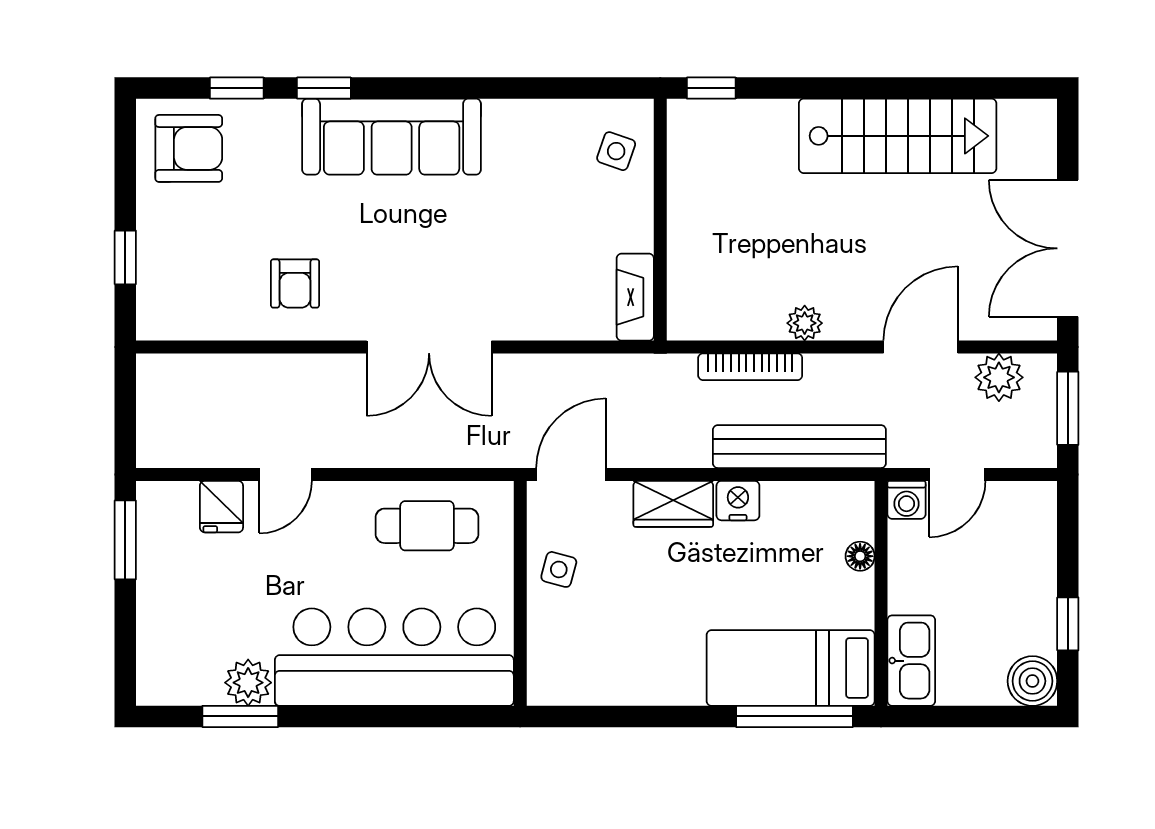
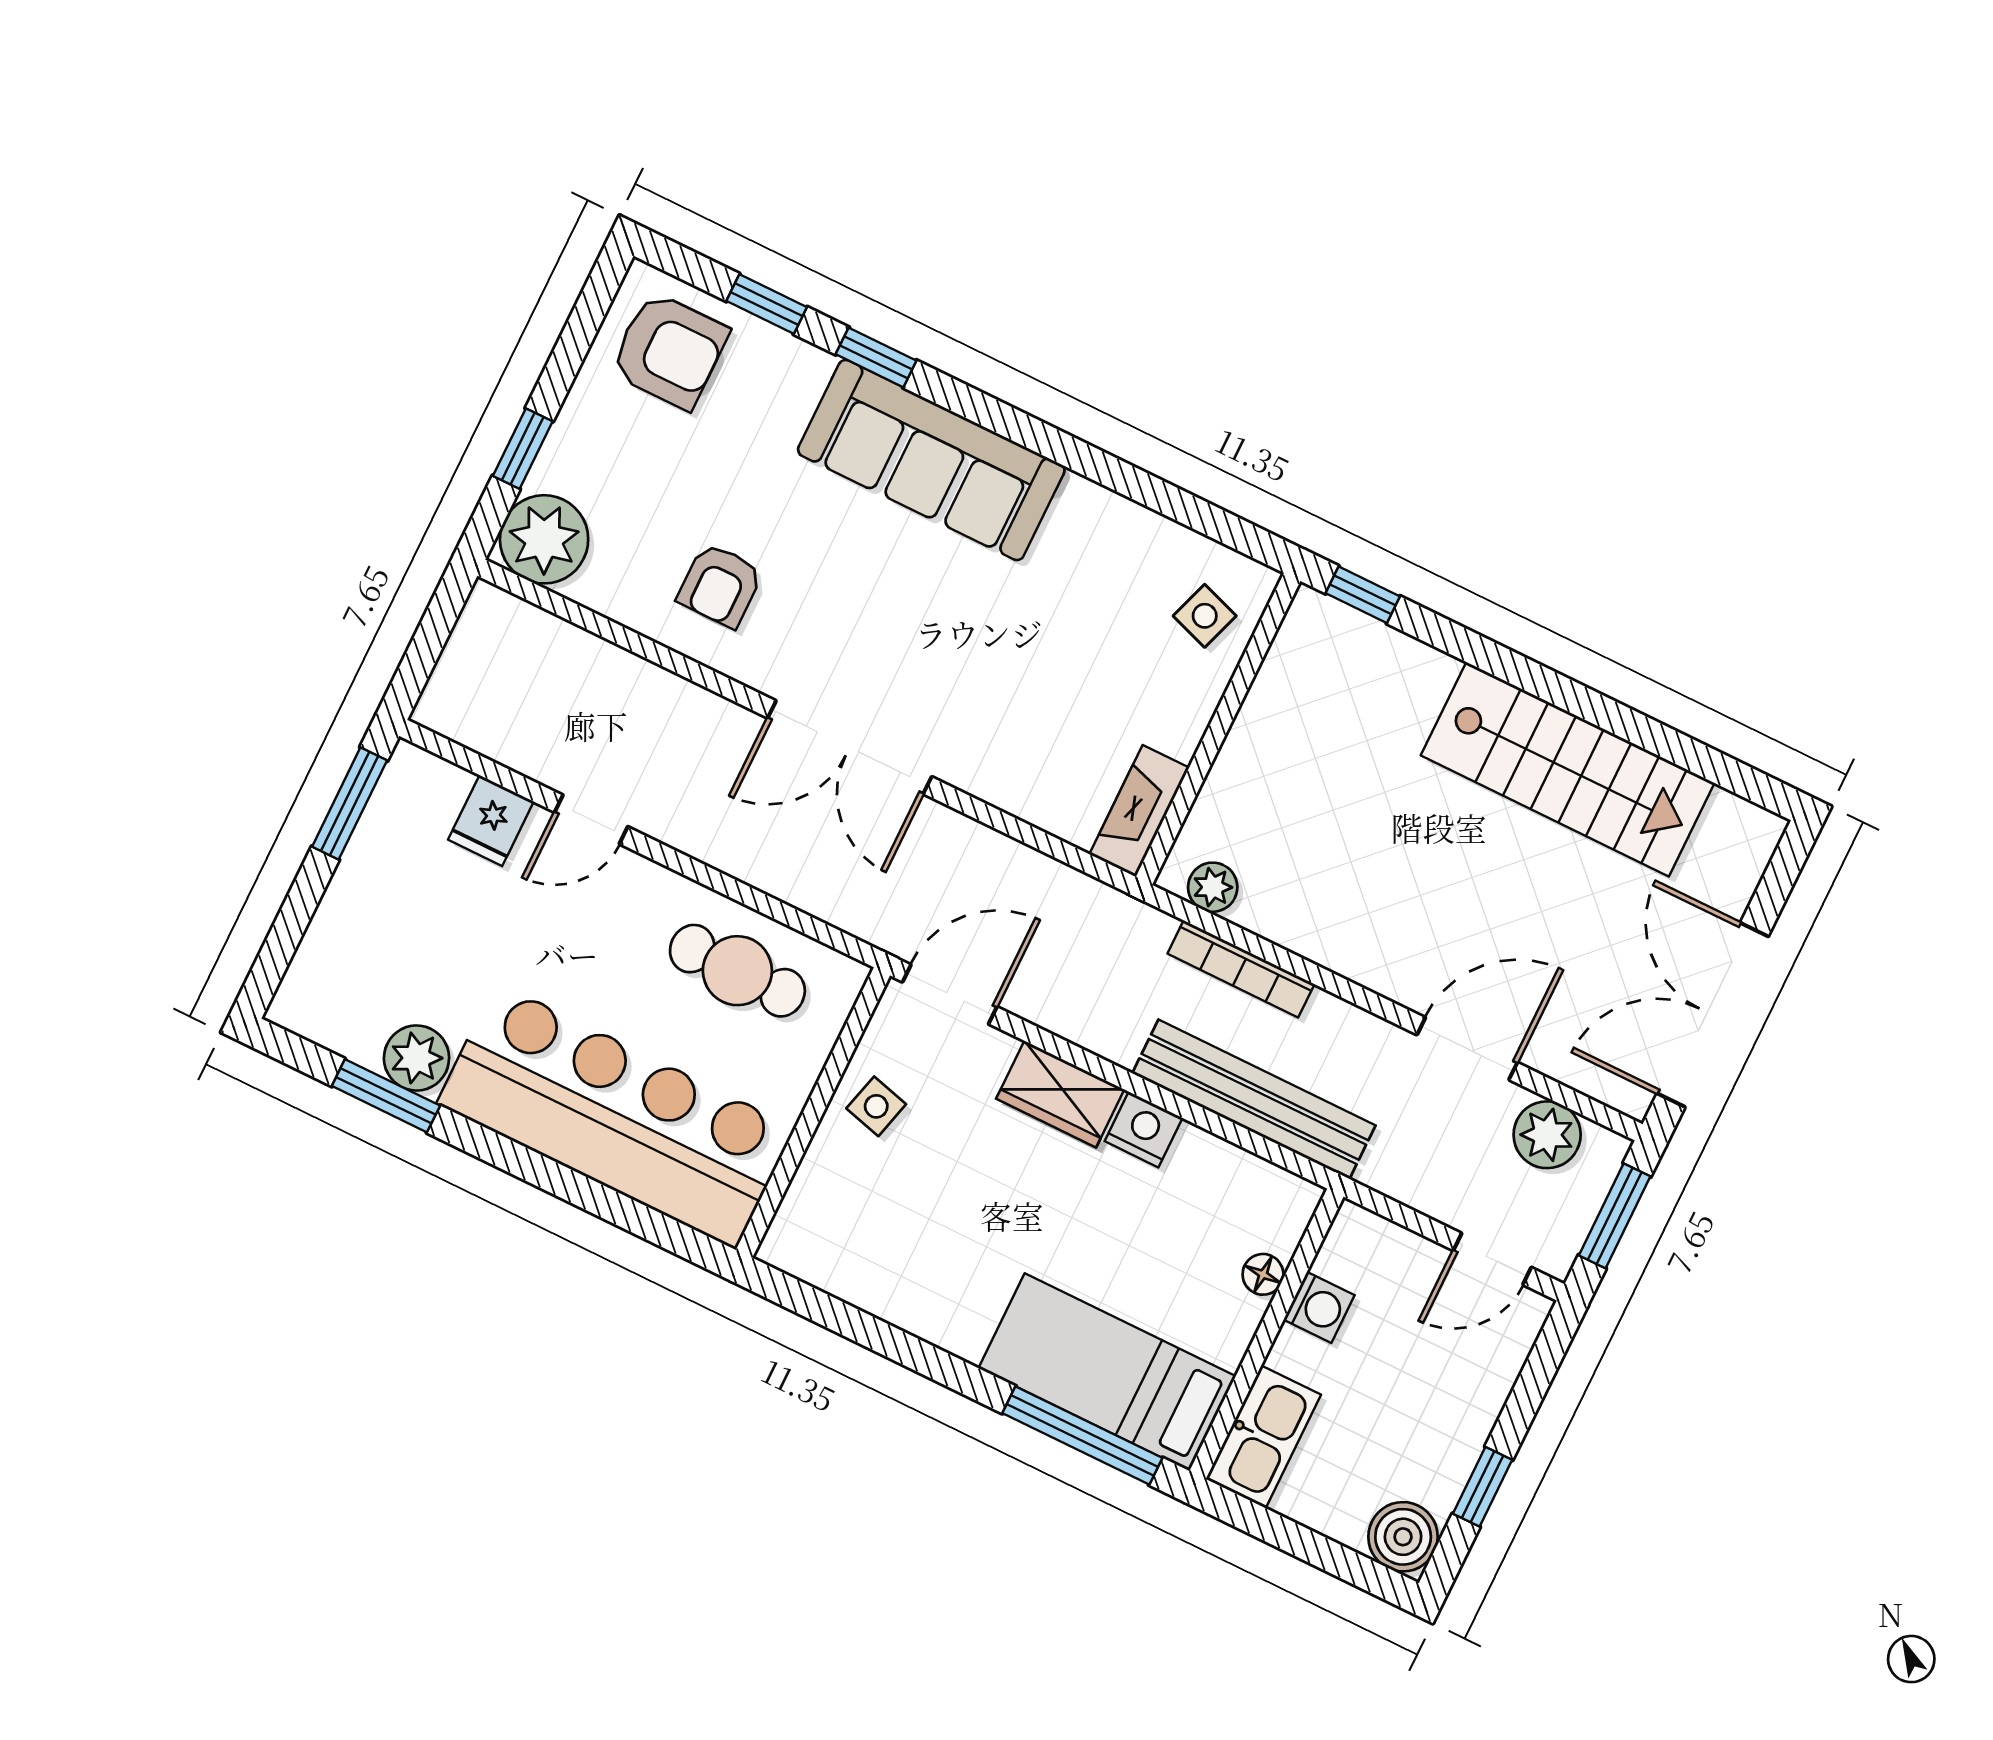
plant: (167, 309) -> (544, 539), added
plant: (805, 323) -> (1213, 887), moved
door: (957, 474) -> (1492, 1259), moved
washing machine: (906, 500) -> (1319, 1307), moved, turned -90

